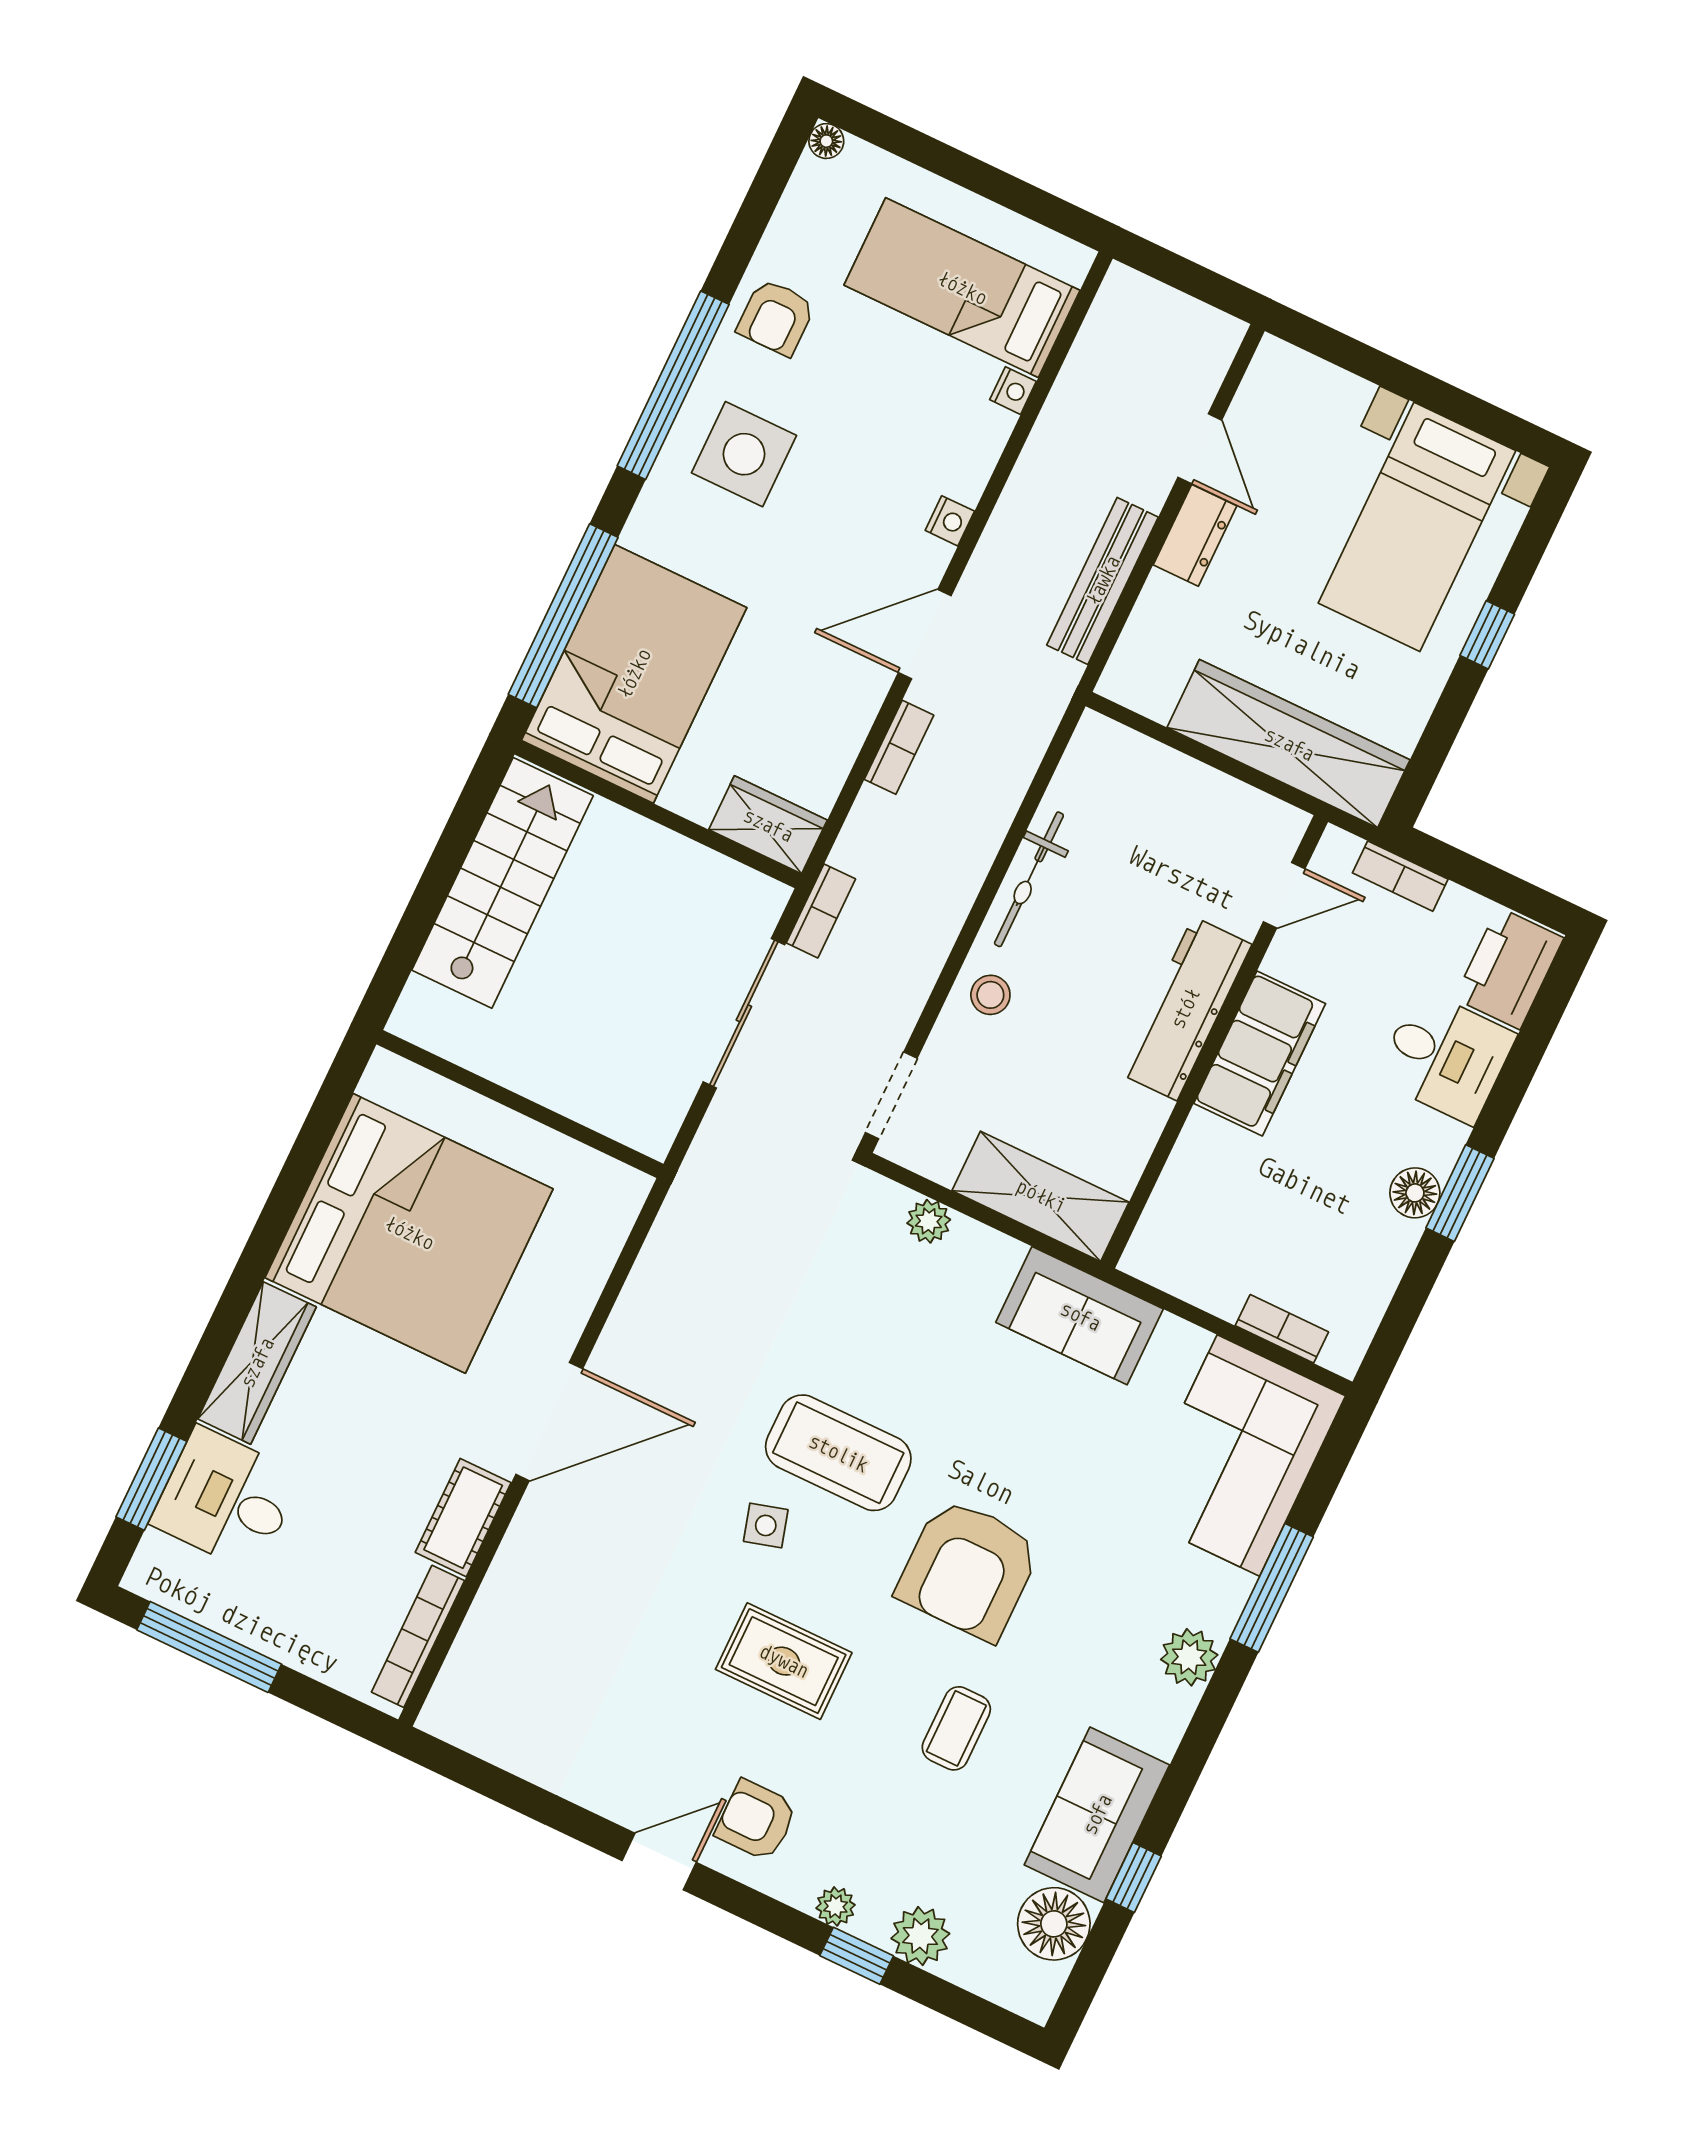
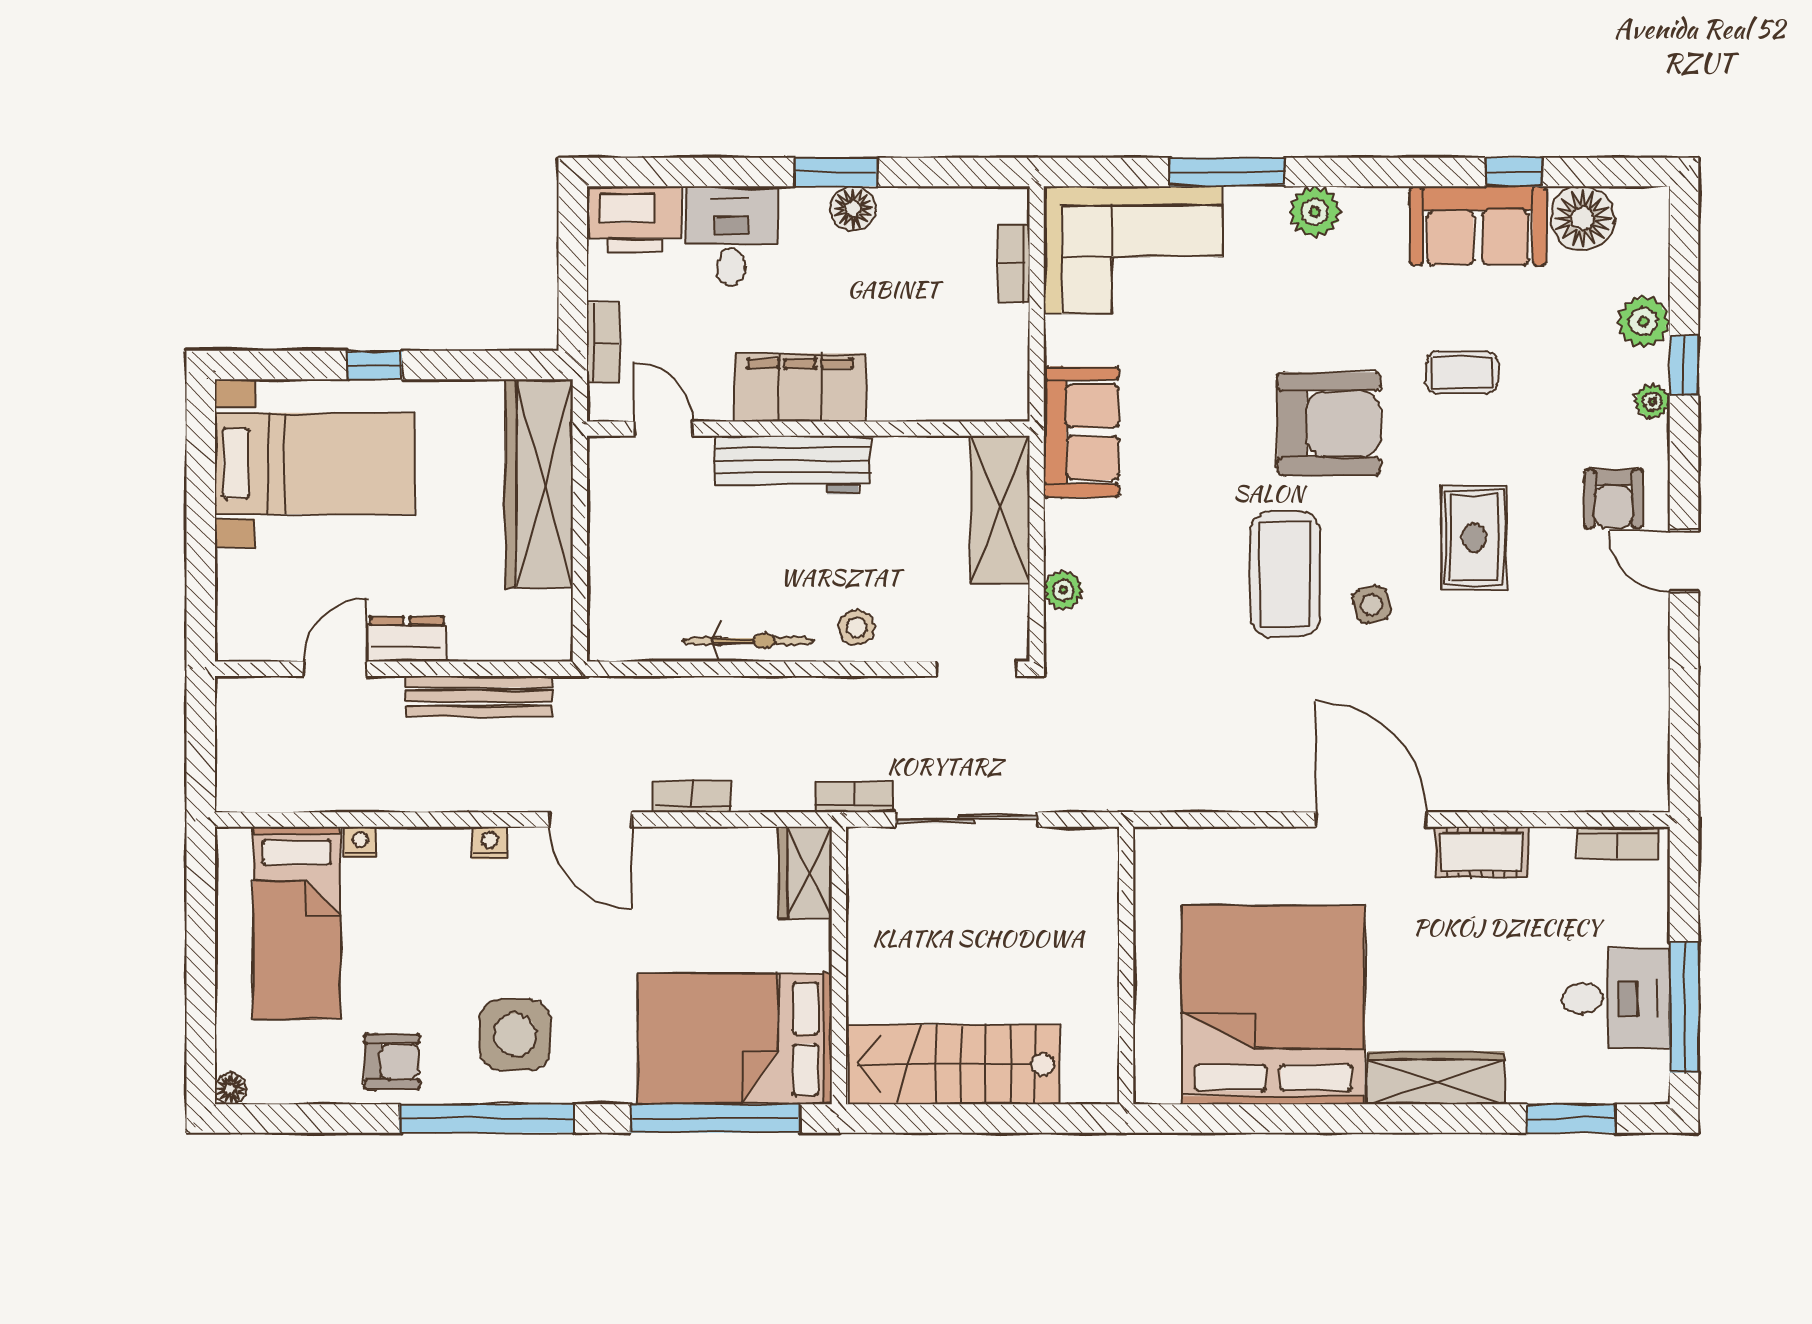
desk: (226, 1499) -> (1616, 999), moved, turned -90
bookcase: (418, 1636) -> (1618, 843), width x0.64

